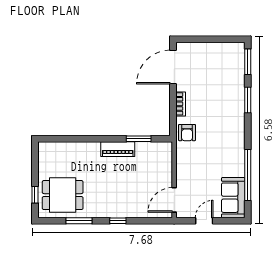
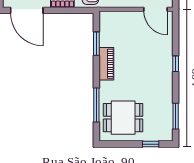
window: (75, 139) -> (96, 105), added
dining table: (63, 195) -> (123, 118), moved, turned 90
window: (79, 221) -> (176, 116), moved

